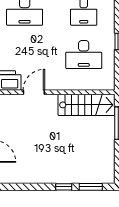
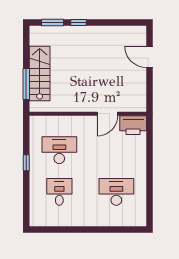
stairs: (87, 105) -> (40, 73), moved, turned 90

